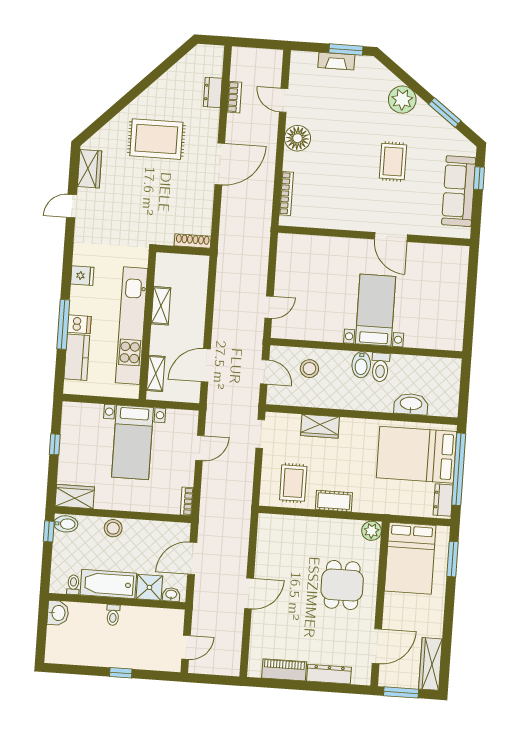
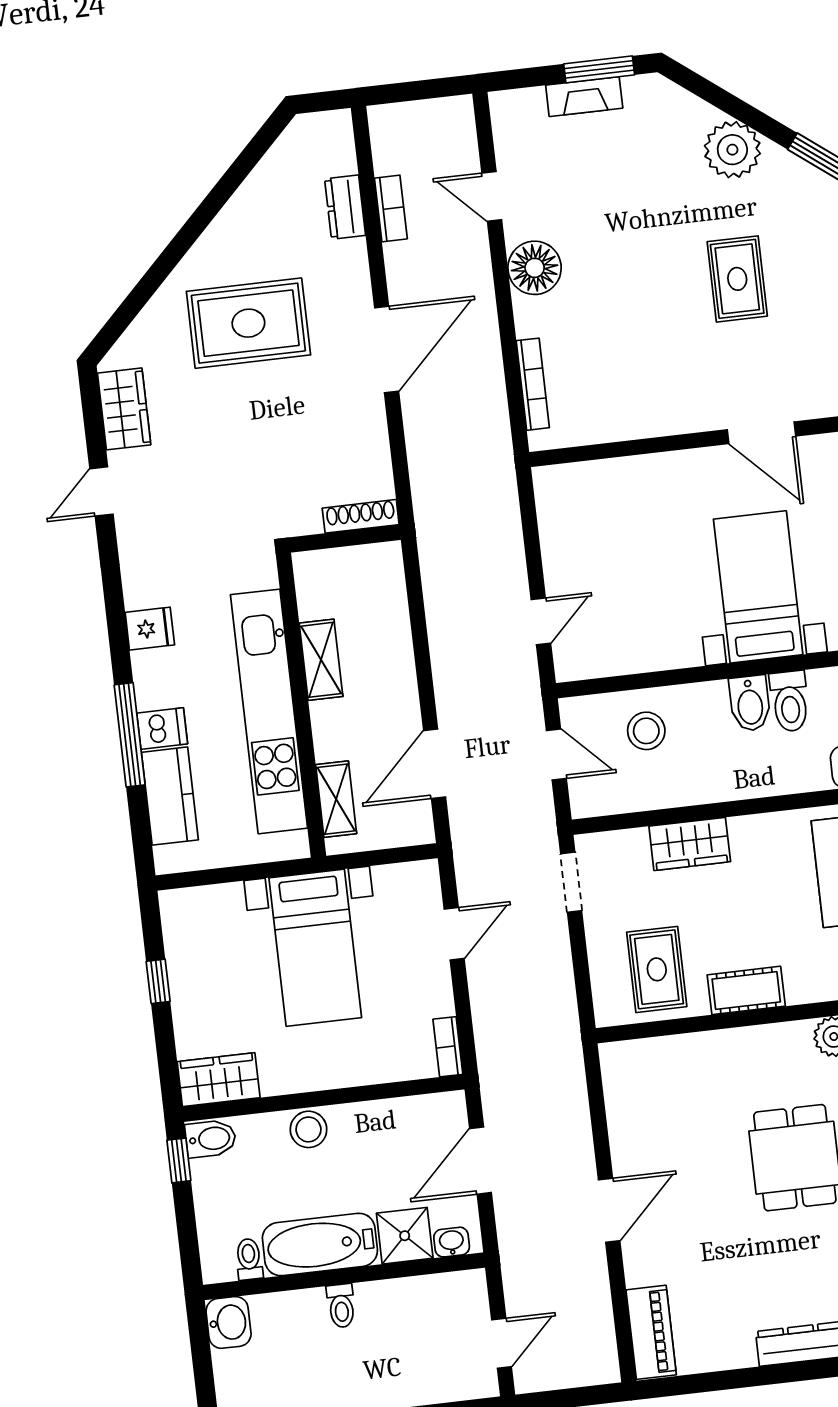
piano: (284, 670) -> (651, 1332), moved, turned 90

